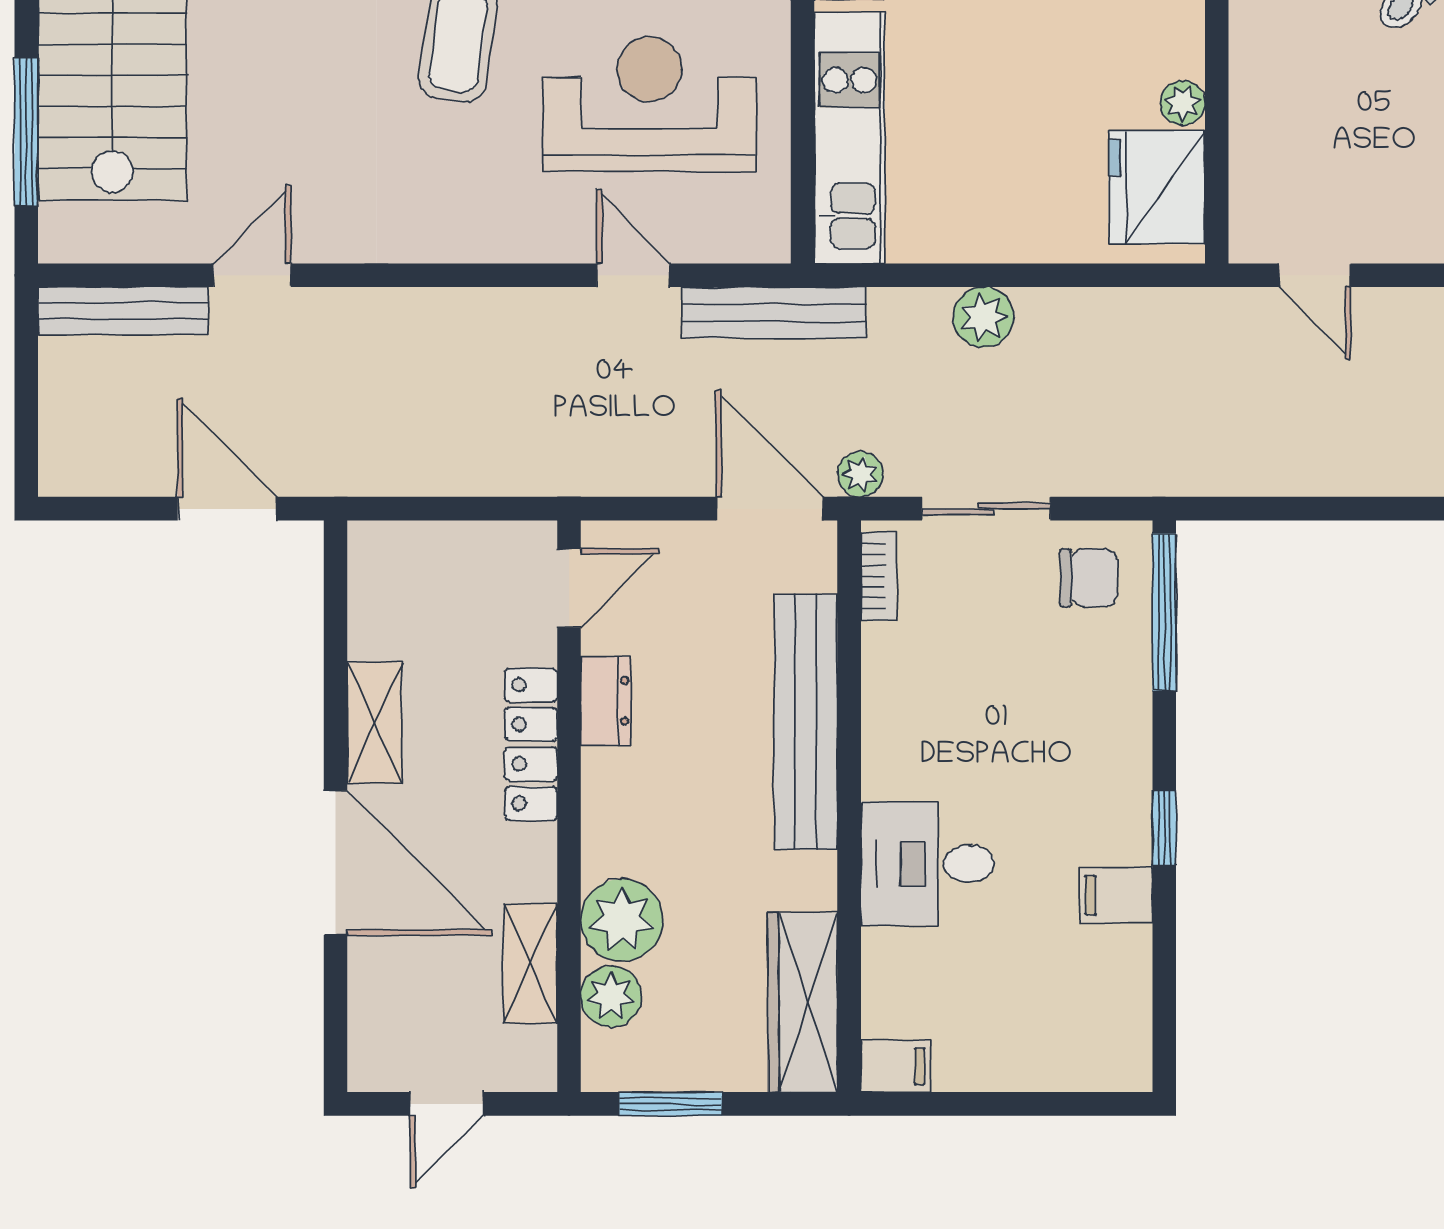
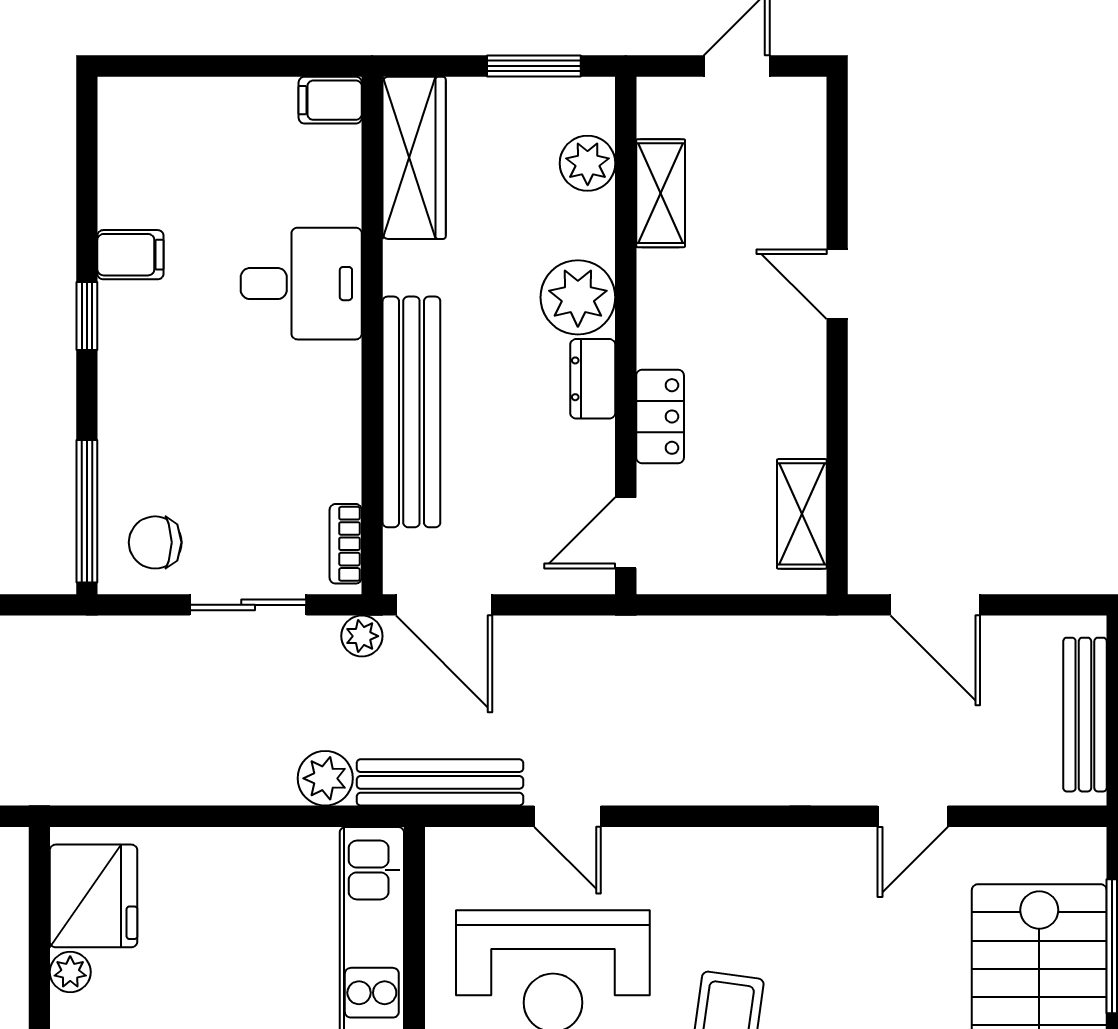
bench: (123, 311) -> (1085, 715), moved, turned 90
plant: (984, 317) -> (325, 778), moved
dresser: (605, 701) -> (593, 379), moved
shelving: (375, 723) -> (802, 514), moved
locker: (531, 744) -> (660, 416), width x0.66
door: (336, 863) -> (837, 284), width x0.53
plant: (622, 920) -> (578, 297), moved

